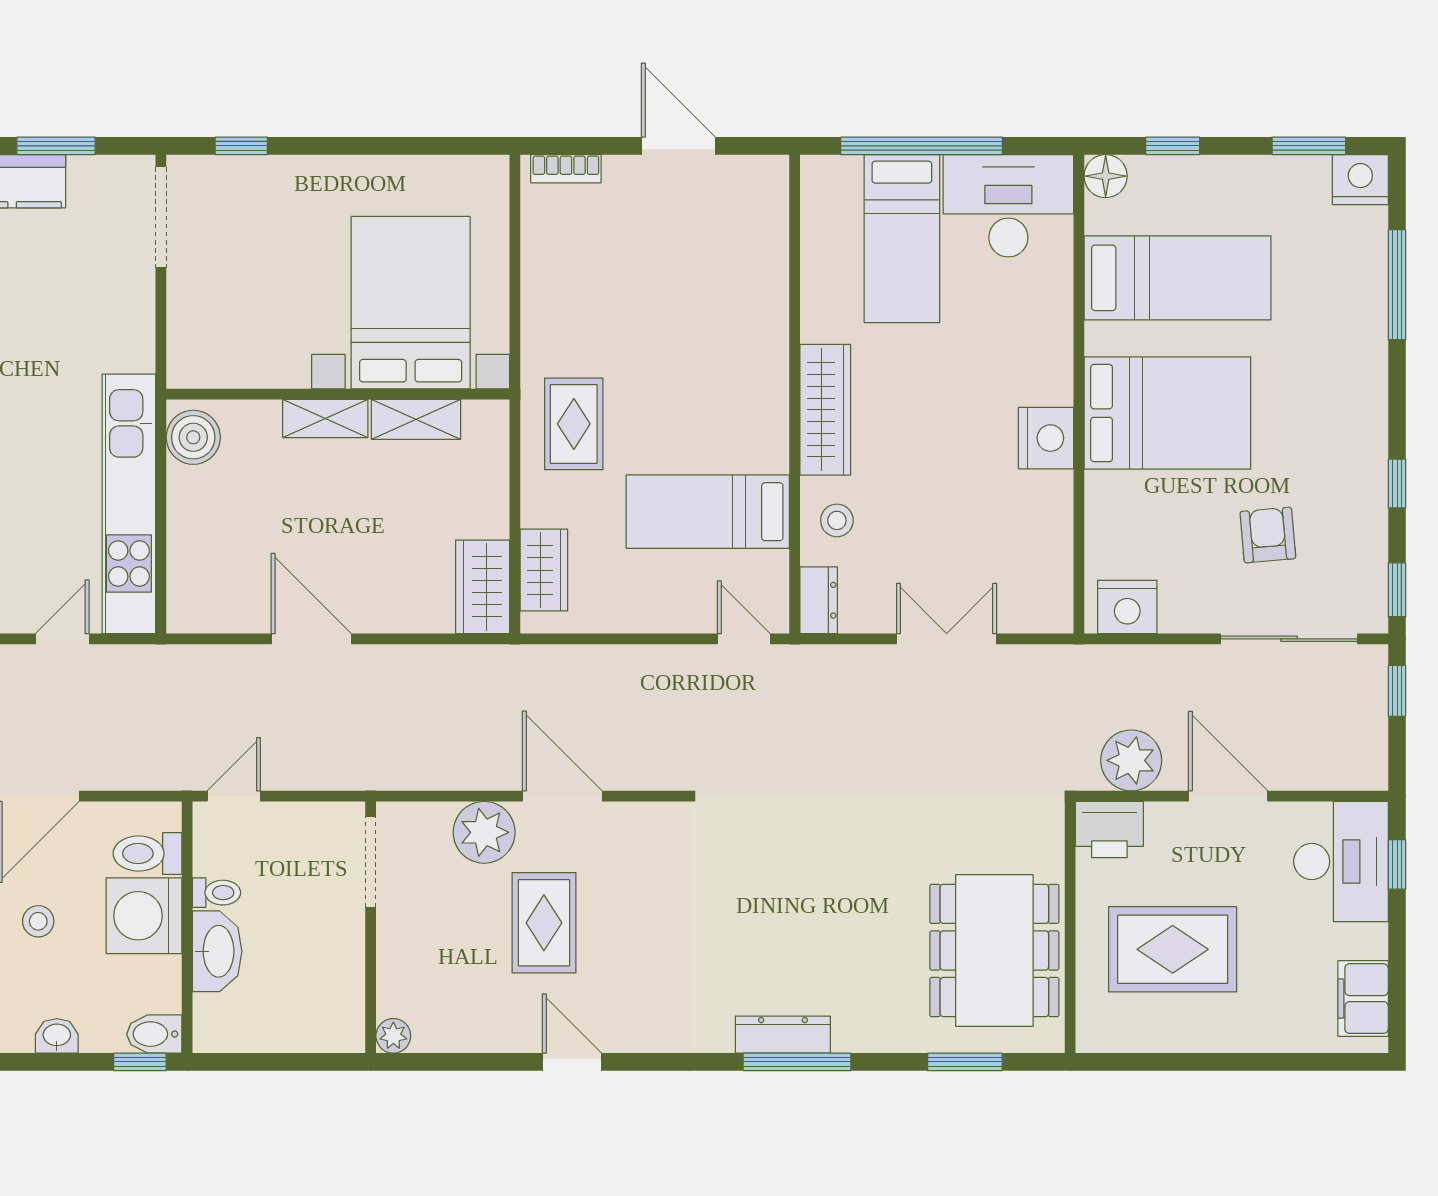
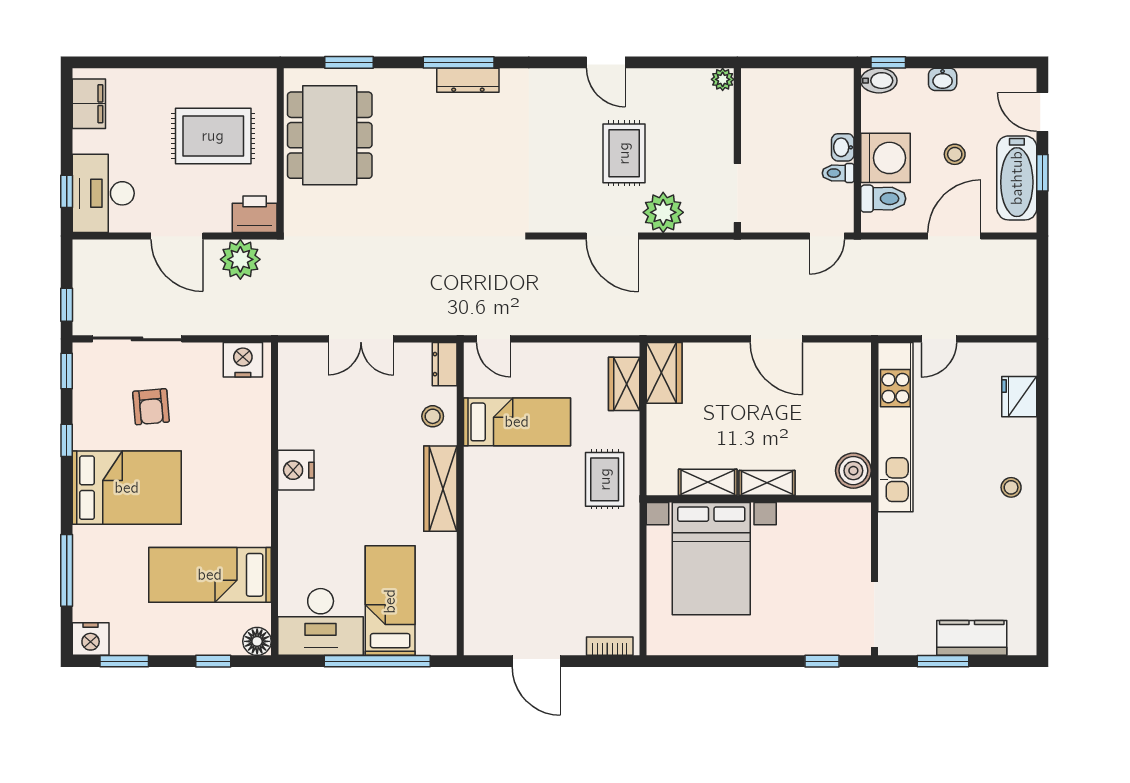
bed: (1167, 413) -> (127, 488), moved, turned 180
washbasin: (217, 951) -> (843, 147), width x0.52, depth x0.69

